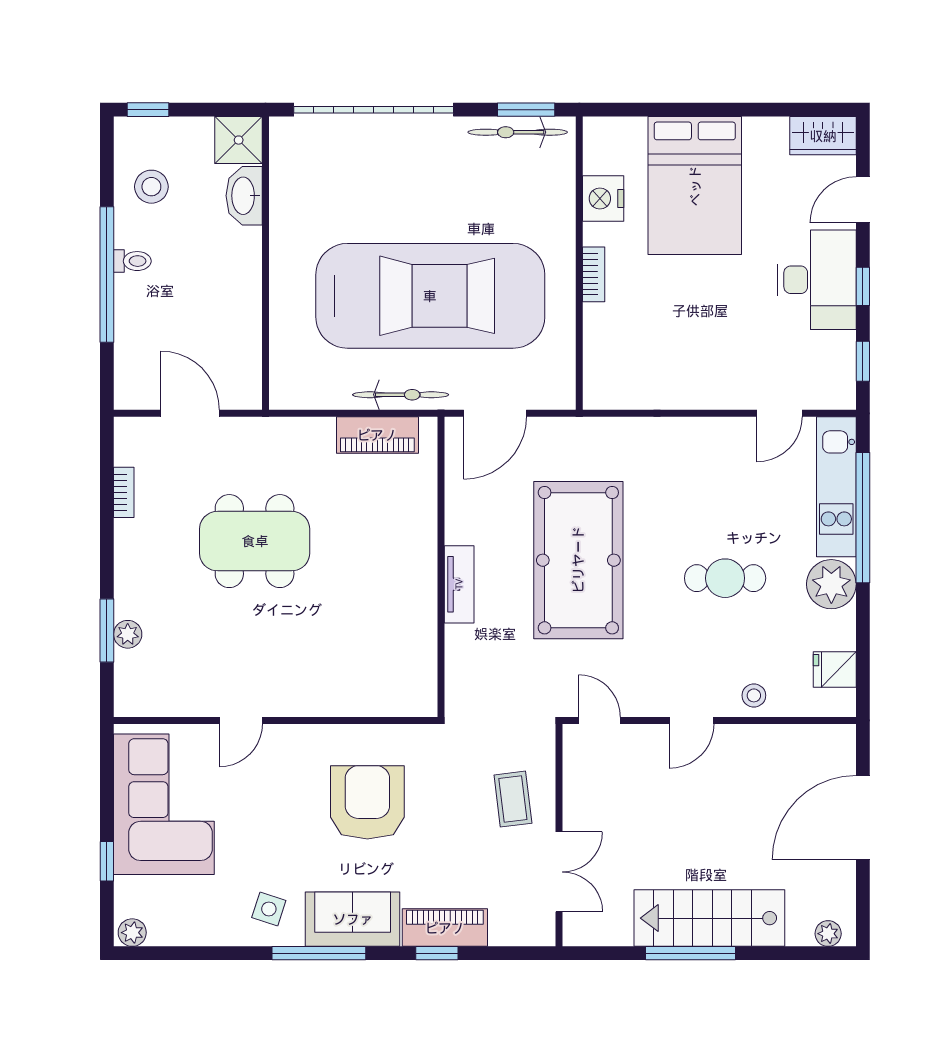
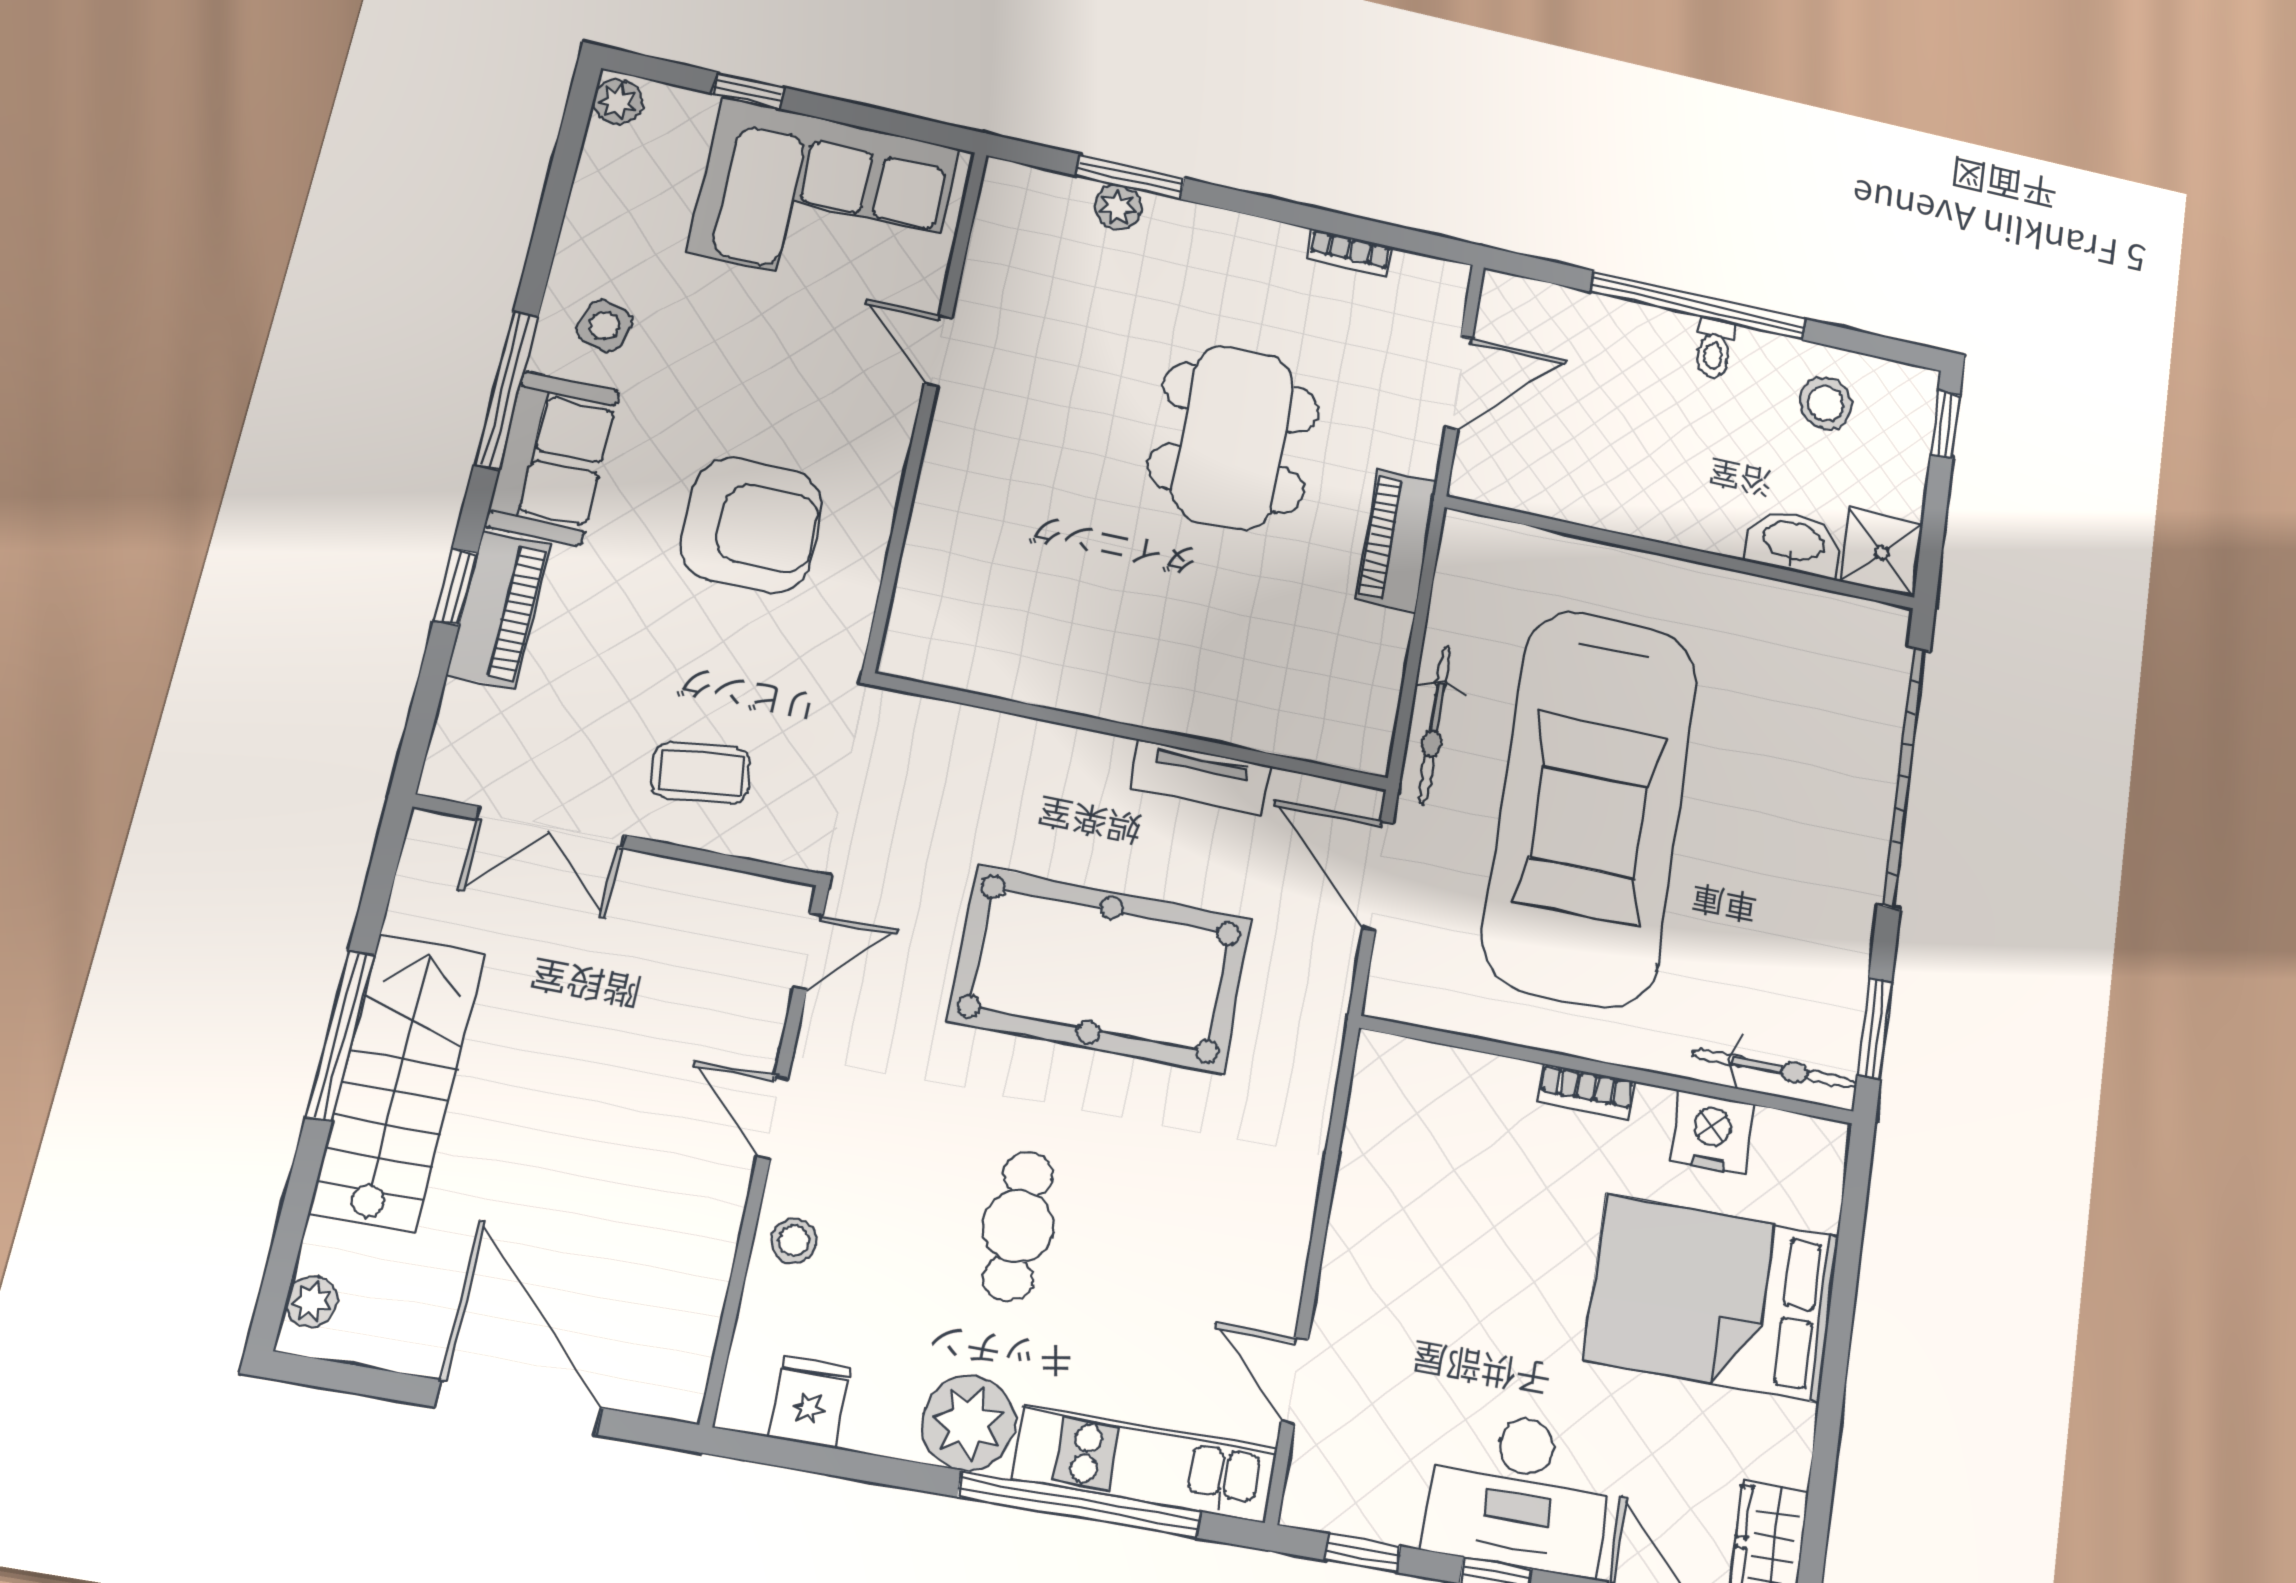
bicycle: (518, 132) -> (1775, 1069), moved, turned 90
piano: (377, 435) -> (1397, 540), moved
tv unit: (459, 584) -> (1200, 777), moved

